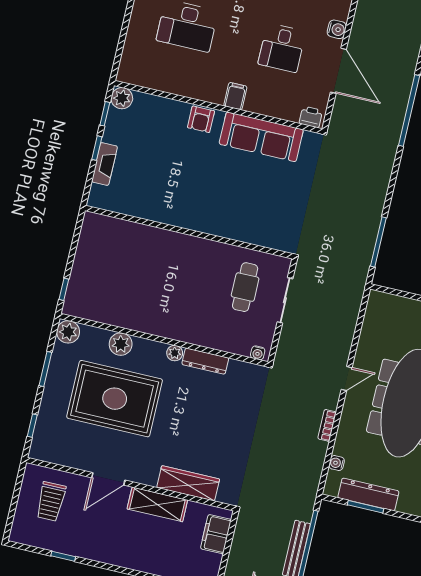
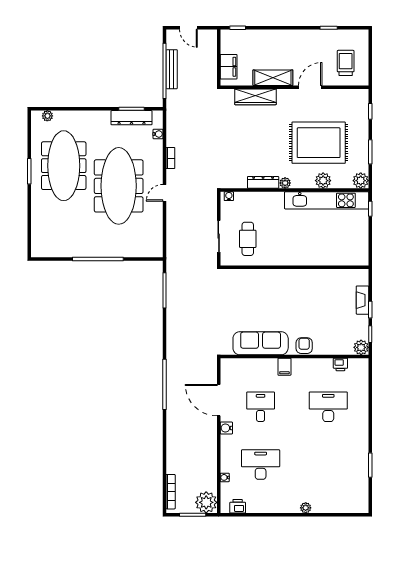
printer: (311, 117) -> (340, 365), moved
kitchen unit: (122, 315) -> (327, 200), added

